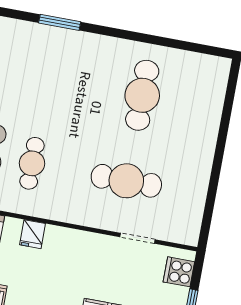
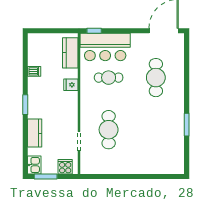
window: (60, 22) -> (187, 125), moved
cafe table: (142, 95) -> (156, 78), moved, turned 90

